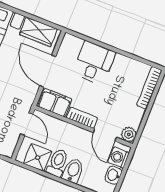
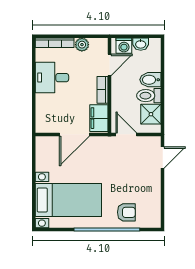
wardrobe: (38, 32) -> (44, 156), removed
desk: (94, 63) -> (52, 78), moved
door: (27, 124) -> (126, 134), hinge flipped
plant: (129, 134) -> (82, 45), moved

